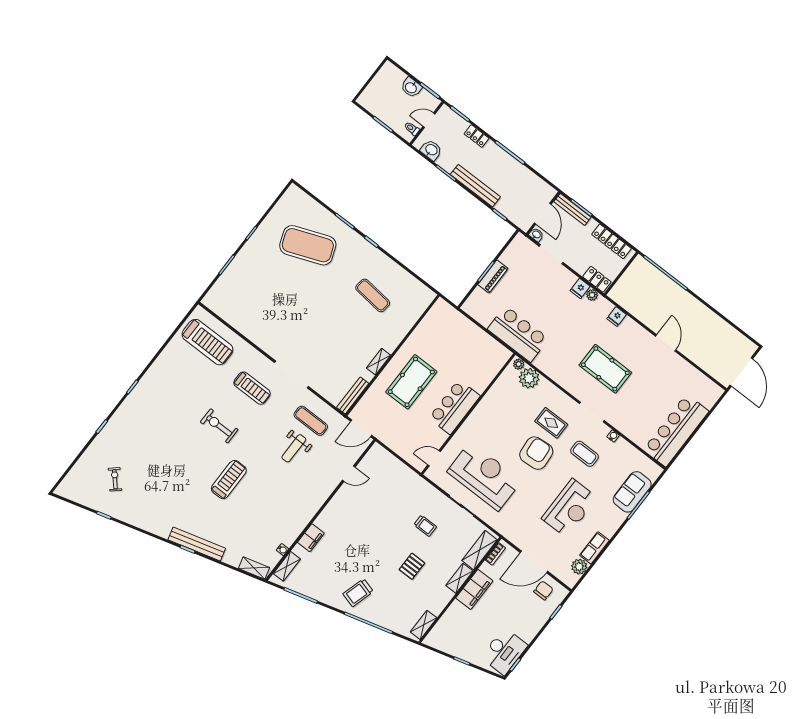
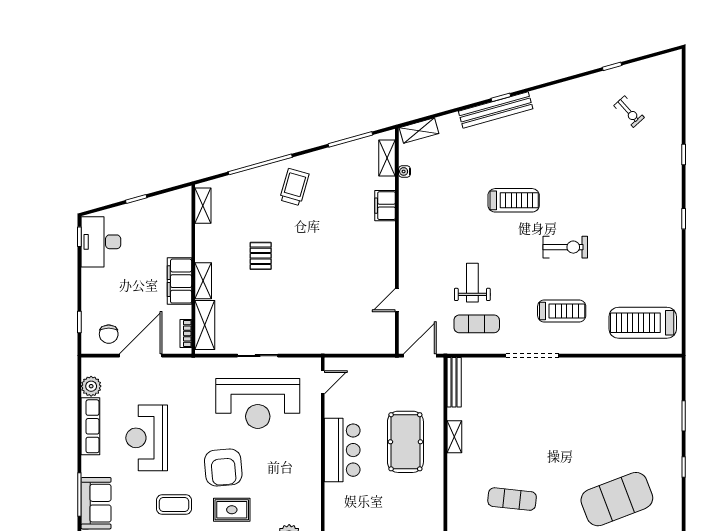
treadmill: (252, 388) -> (562, 311), turned 180
treadmill: (229, 480) -> (514, 200), turned -90
trolley: (425, 526) -> (279, 307), removed
row of seats: (594, 548) -> (90, 426), width x1.48

